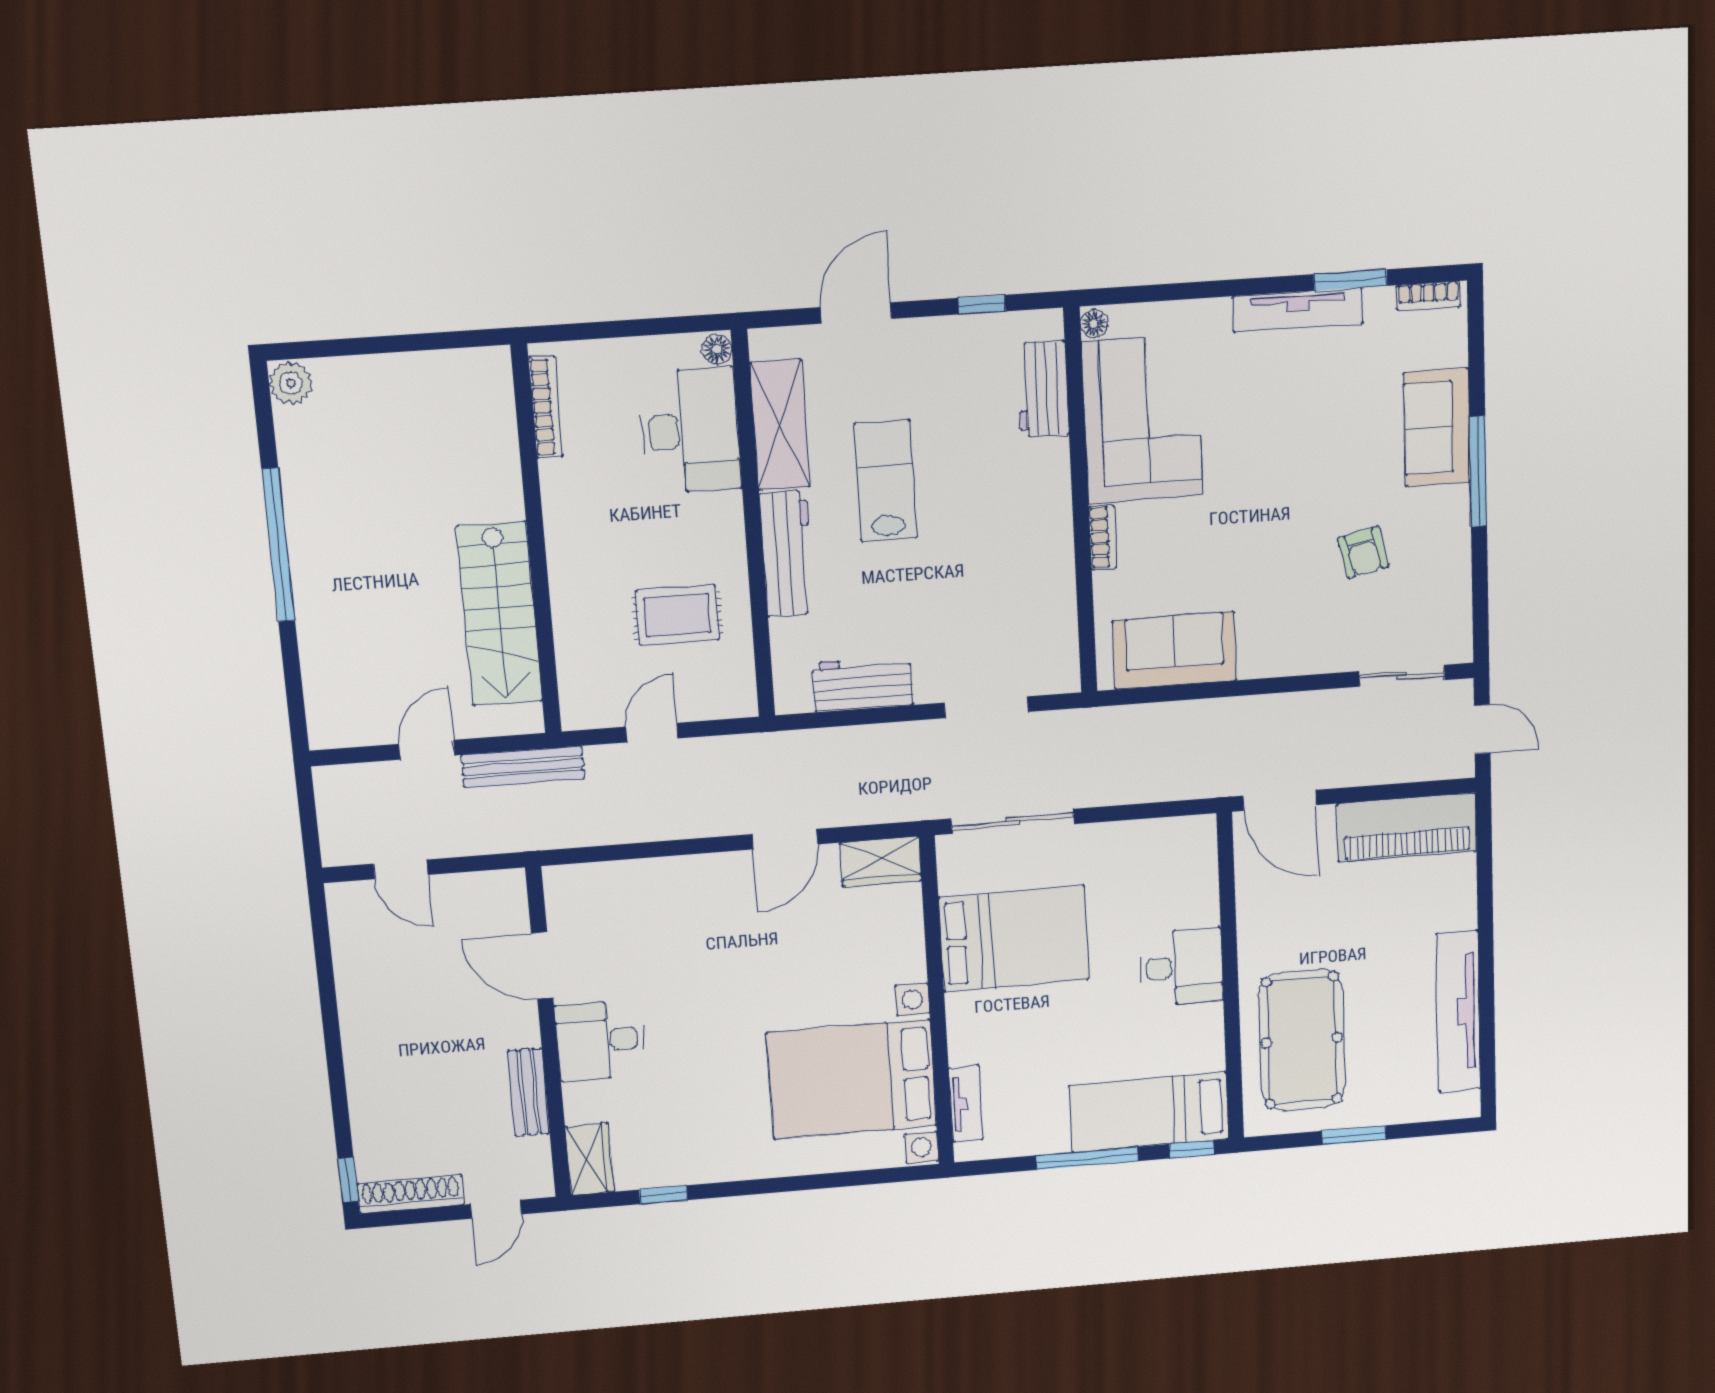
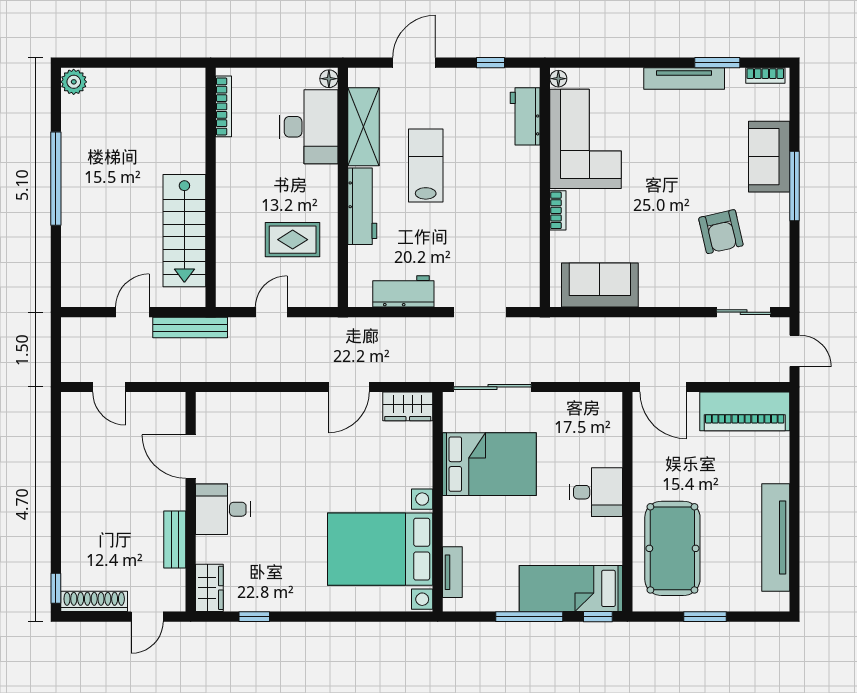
armchair: (1363, 552) -> (721, 232), width x1.38, depth x1.38

